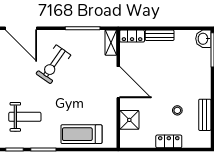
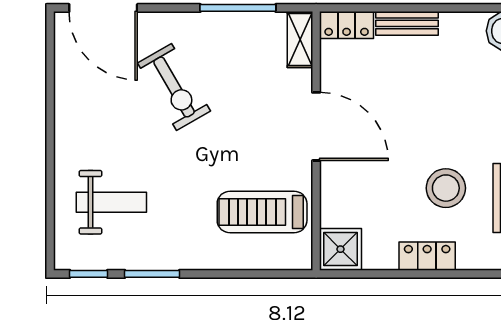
exercise bike: (53, 64) -> (174, 87), turned -65
stool: (177, 110) -> (446, 188), width x1.89, depth x1.89
shower: (129, 120) -> (340, 249), moved
treadmill: (81, 134) -> (262, 212), moved

